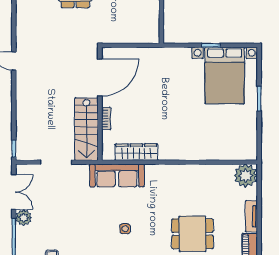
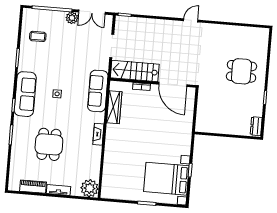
fireplace: (174, 170) -> (98, 134), added

